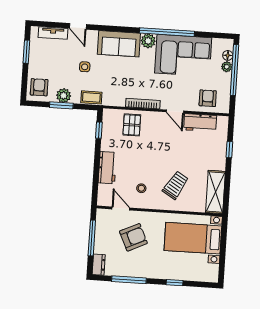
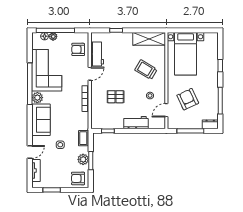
pallet: (132, 125) -> (116, 97), moved

